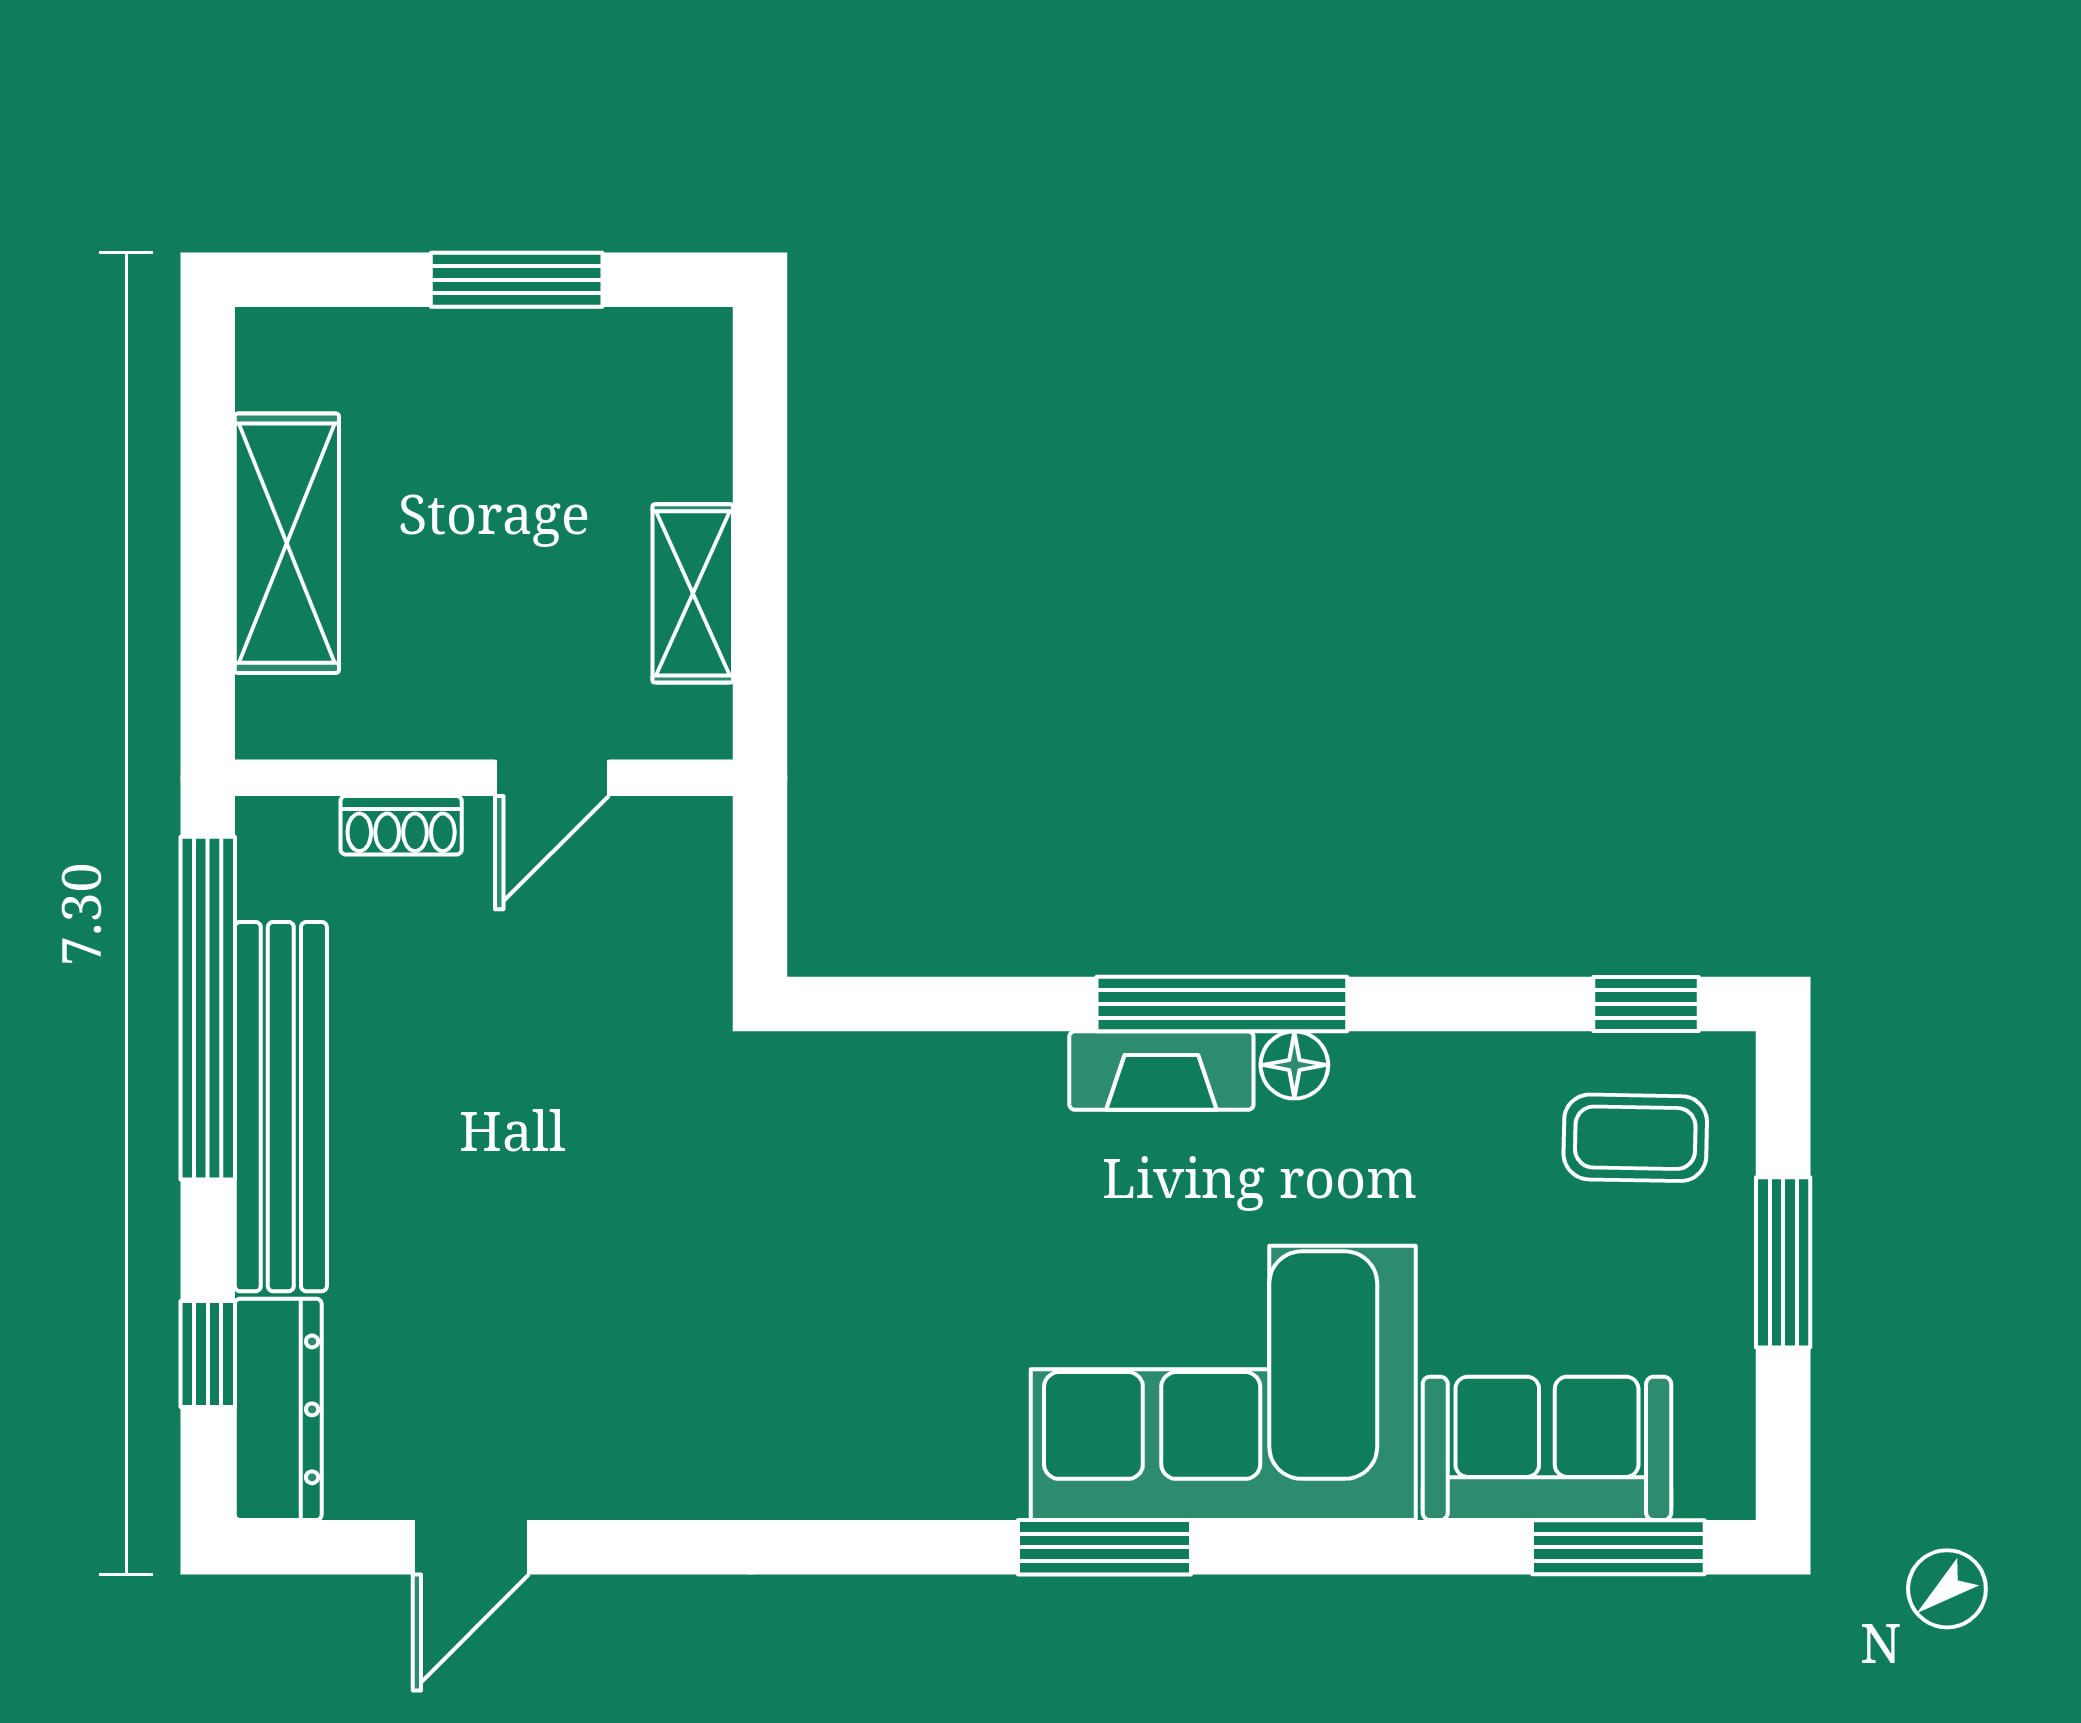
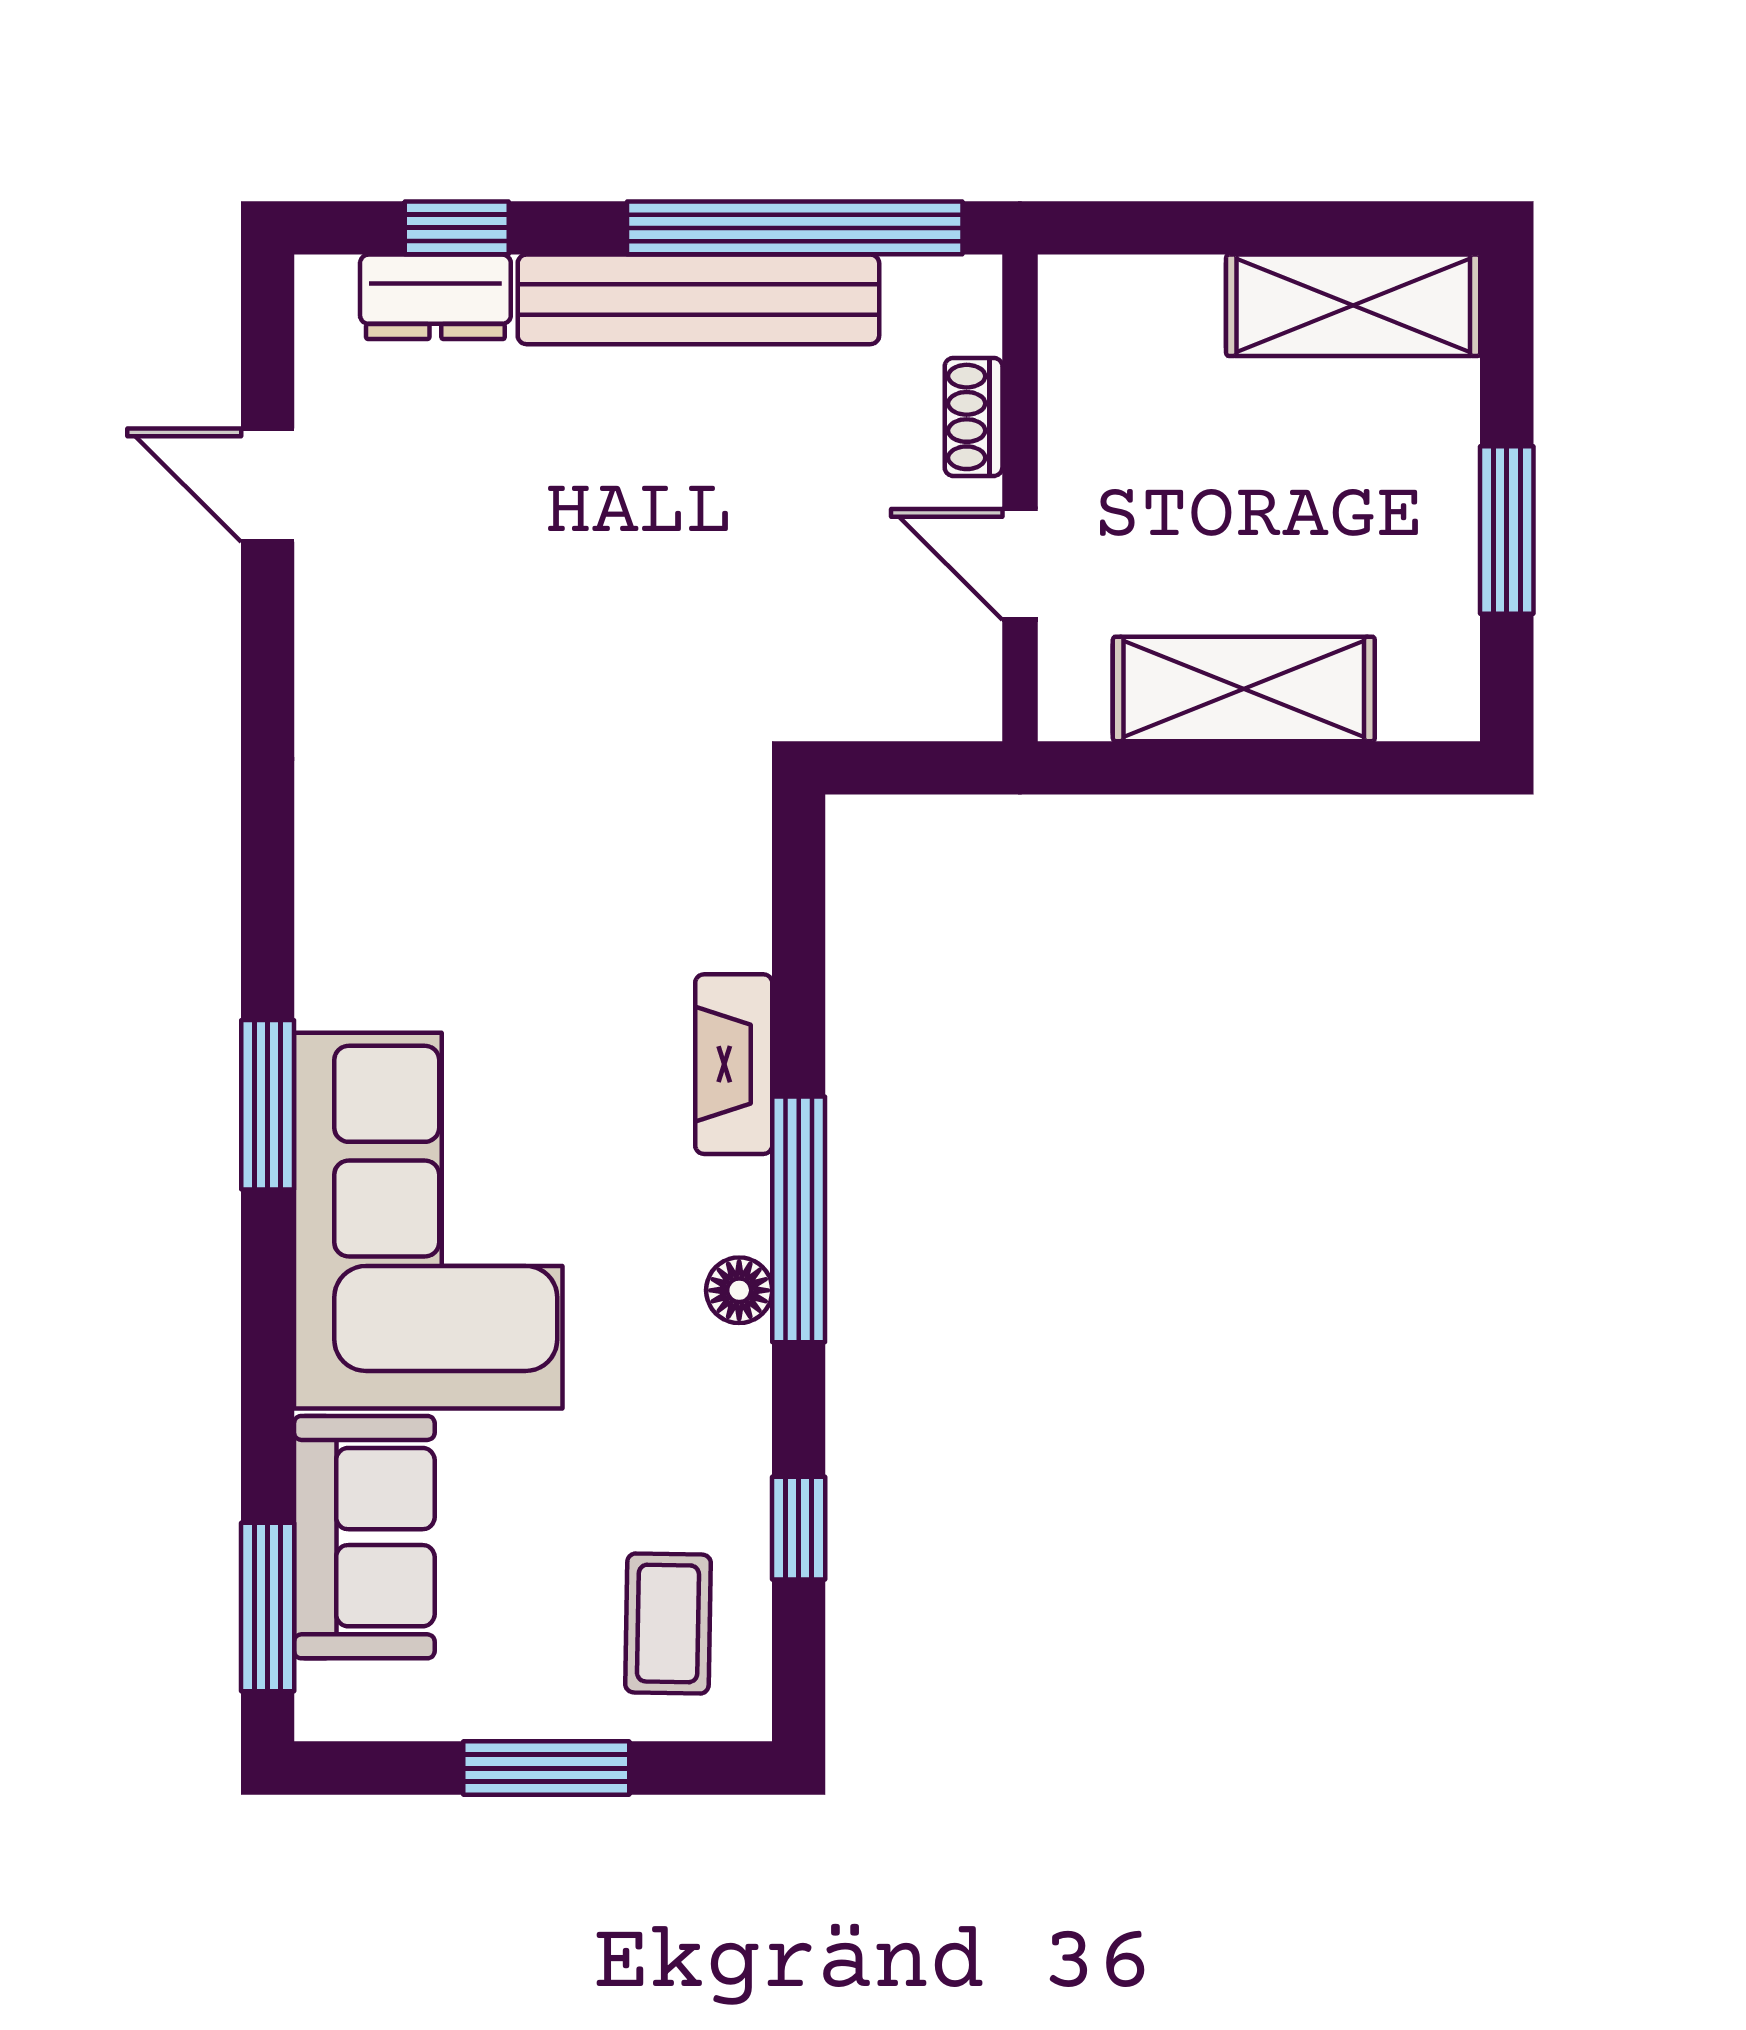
shelving: (287, 543) -> (1353, 305), moved
shelving: (693, 593) -> (1244, 689), width x1.50, depth x1.33
window: (1646, 1004) -> (799, 1528), moved
fireplace: (1161, 1071) -> (734, 1064), moved
dresser: (278, 1409) -> (435, 297), width x0.70

